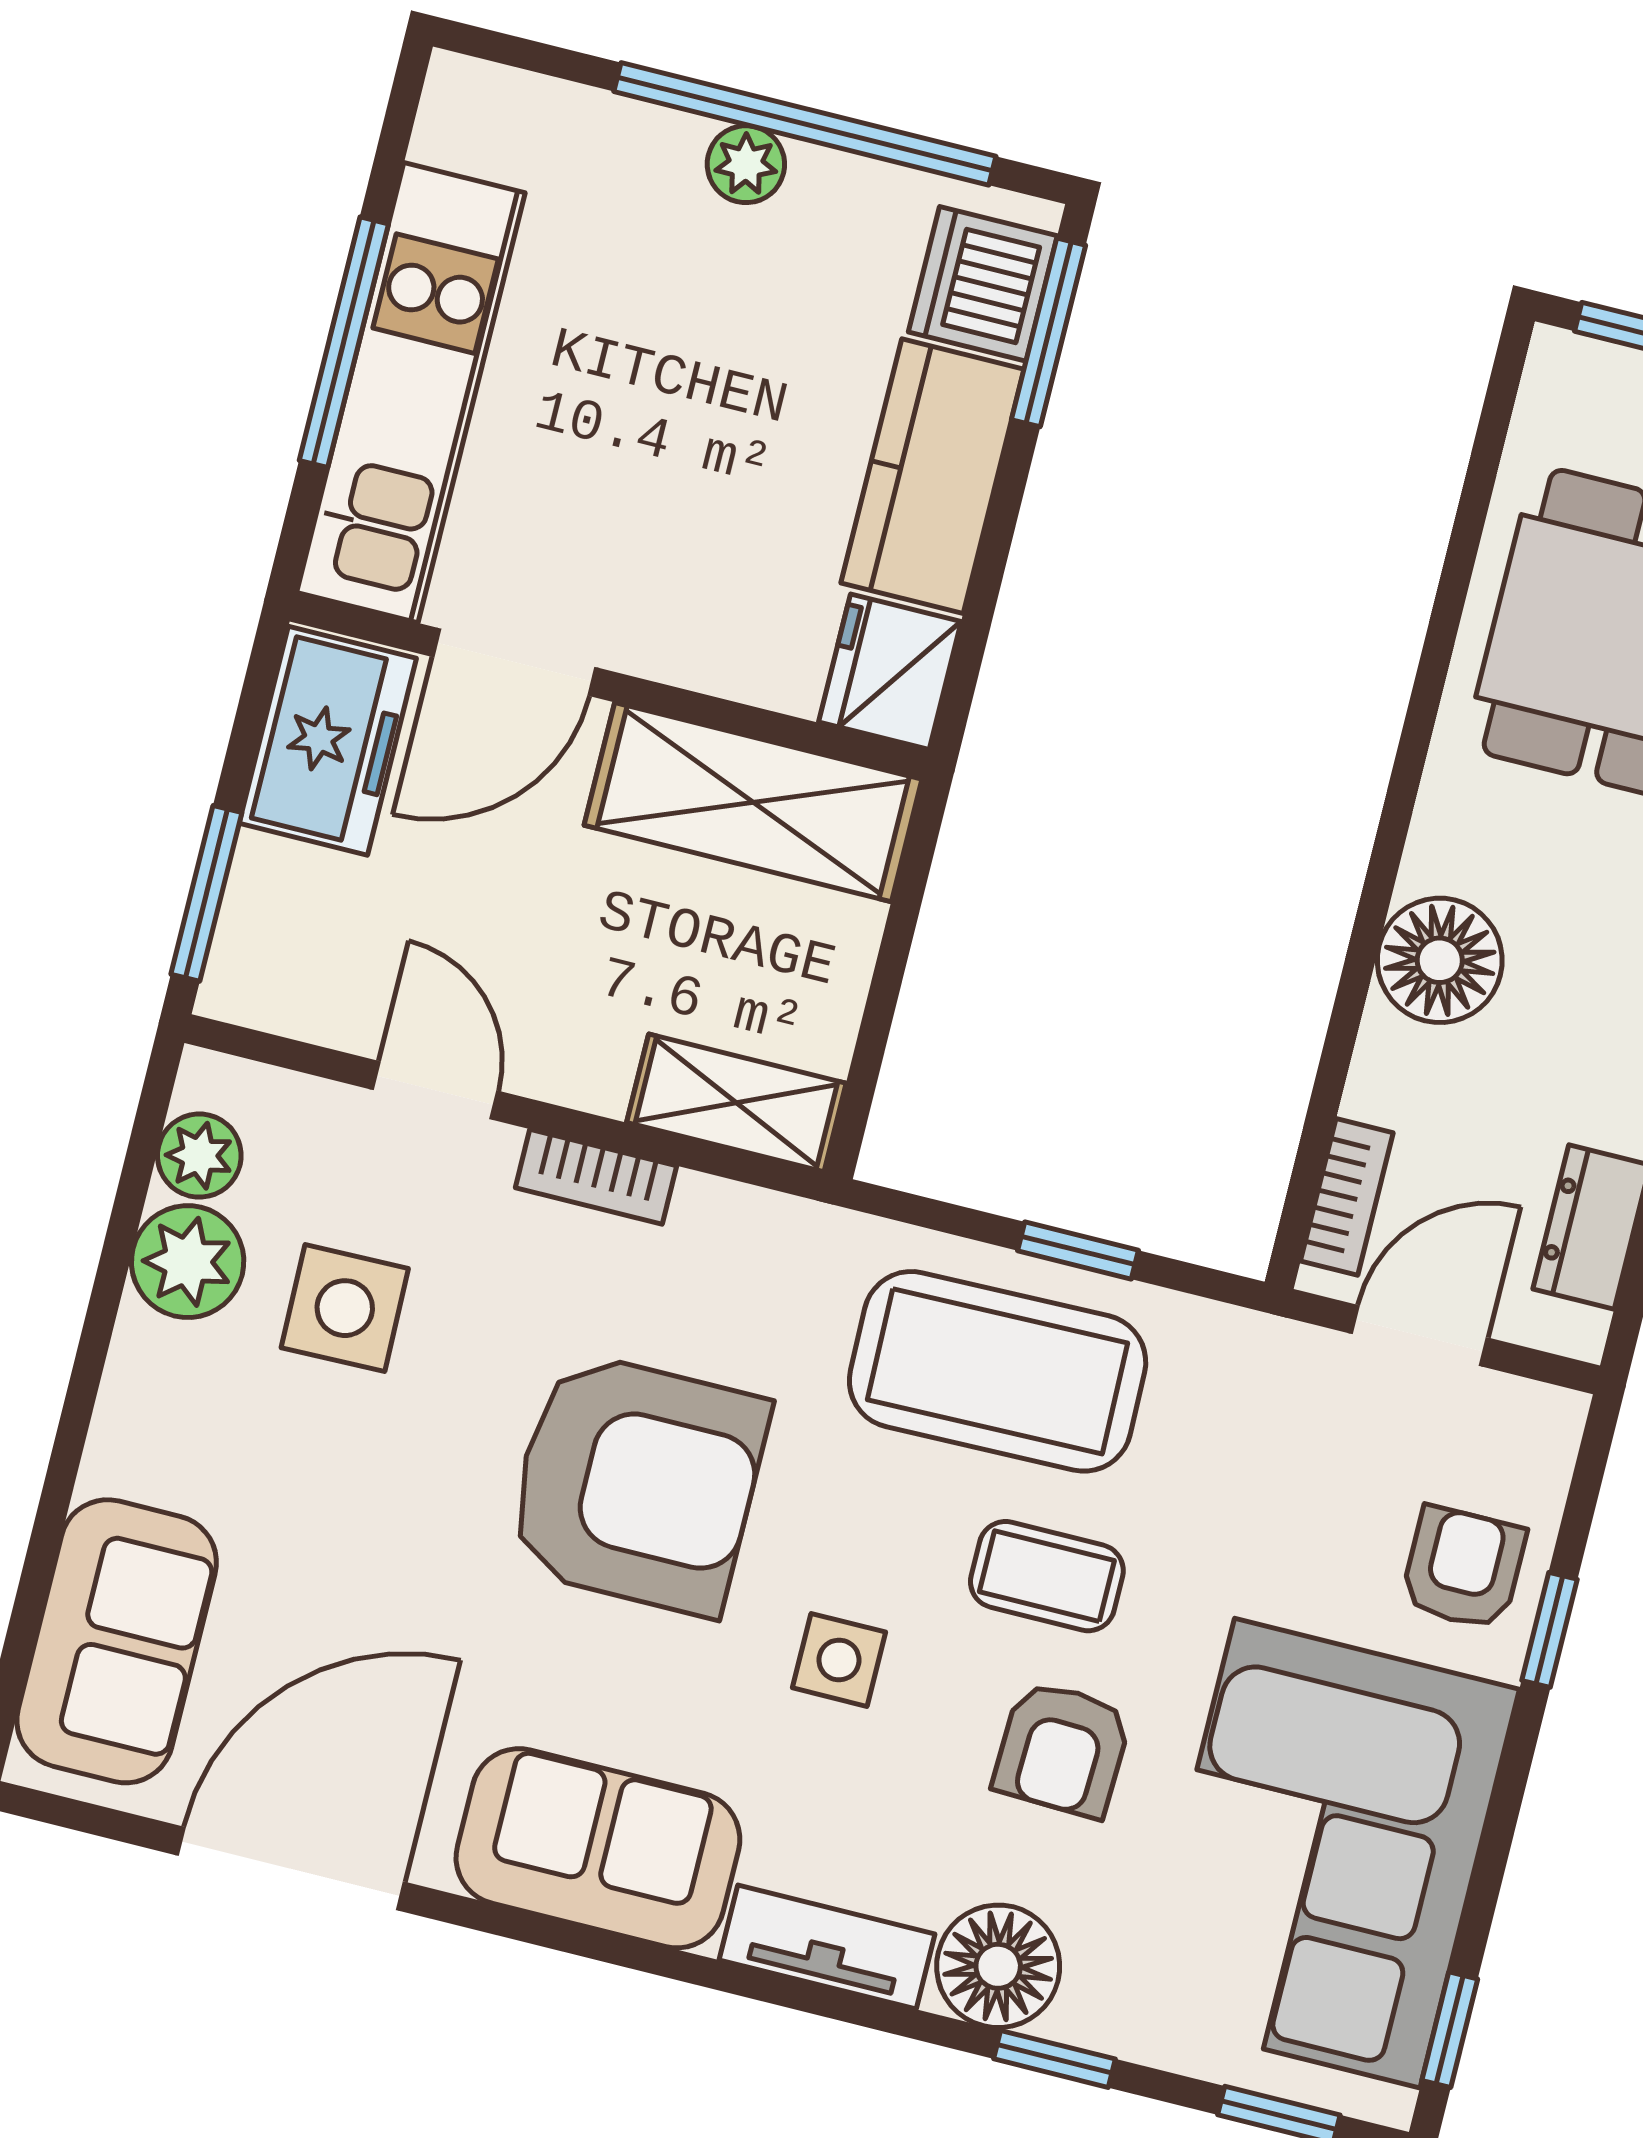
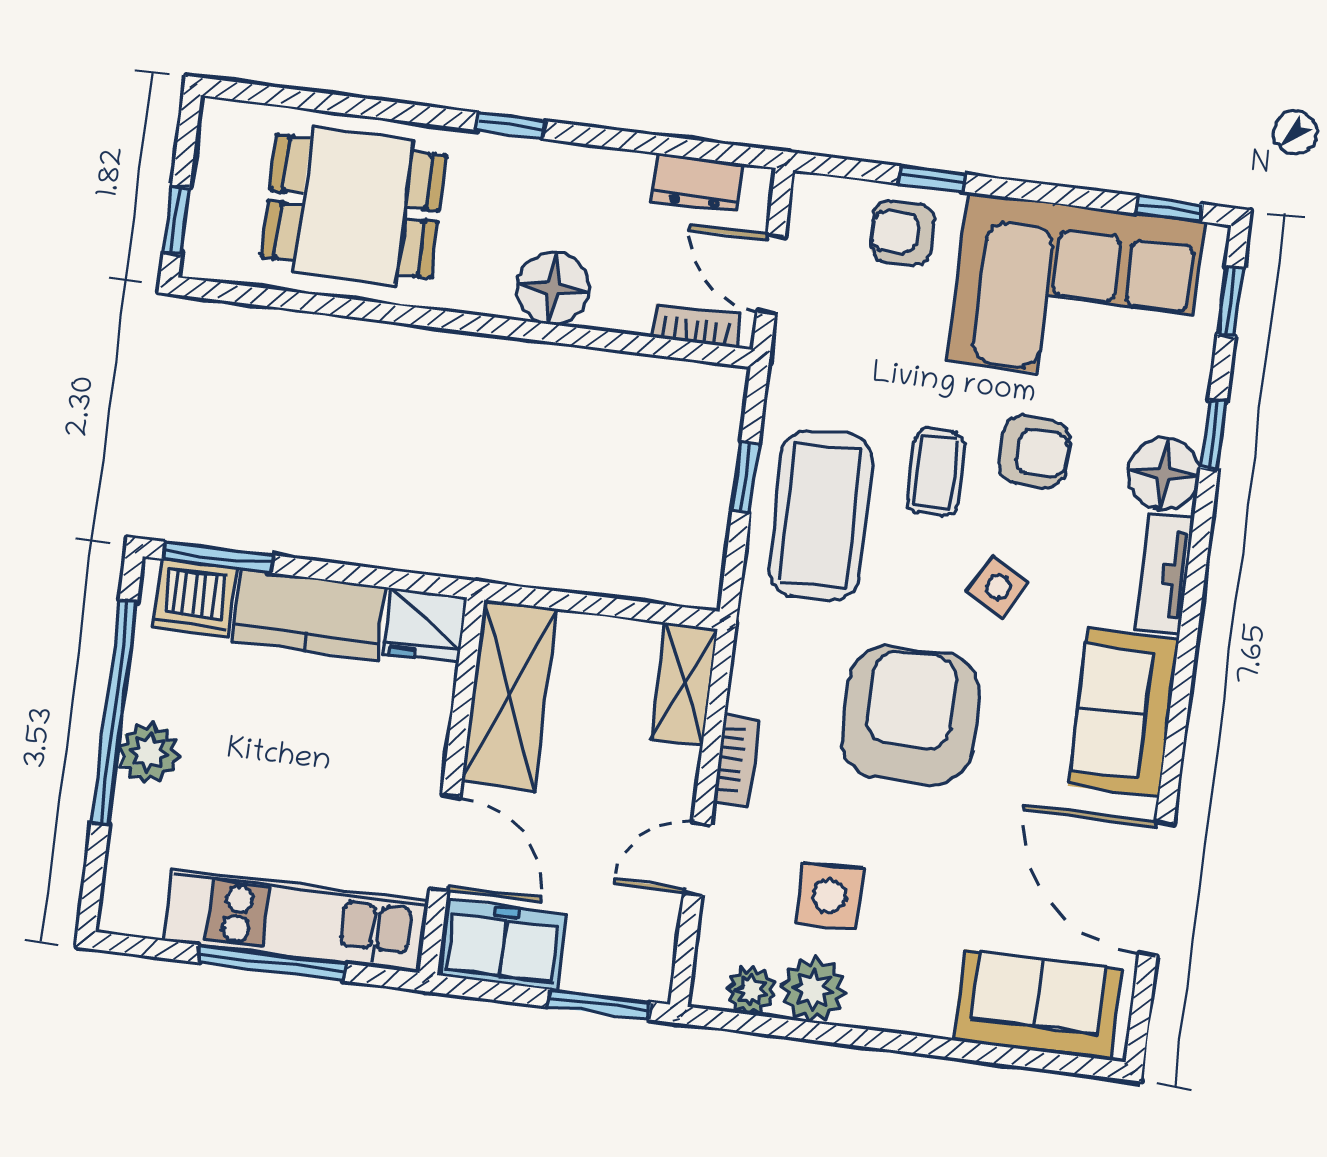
plant: (746, 164) -> (149, 753), width x1.38, depth x1.38
side table: (839, 1660) -> (998, 587), turned 30

